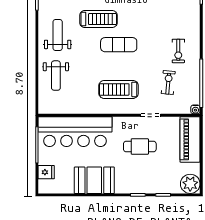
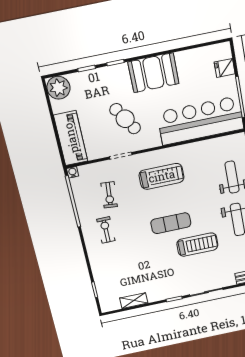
treadmill: (98, 19) -> (197, 245), turned 180
cafe table: (140, 146) -> (125, 119), turned 57
booth: (94, 180) -> (153, 73), moved

